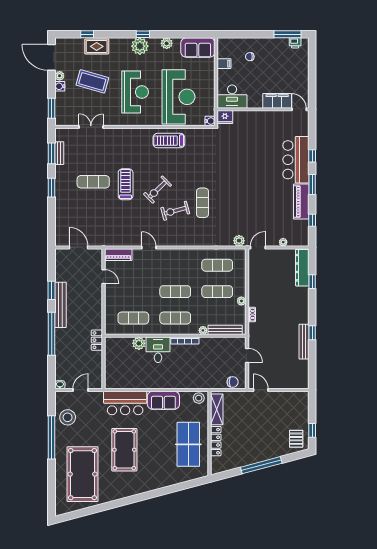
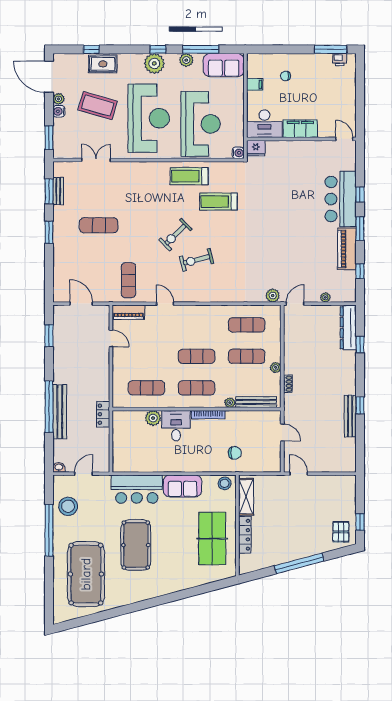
window: (179, 34) -> (201, 49), added
reception desk: (135, 92) -> (149, 118), width x1.36, depth x1.30
filing cabinet: (277, 101) -> (300, 129), moved
treadmill: (126, 184) -> (218, 202), moved, turned -90
exercise mat: (202, 203) -> (128, 280), moved
window: (52, 290) -> (49, 336), moved
bench: (61, 305) -> (60, 412), moved
chair: (233, 382) -> (235, 453), moved

